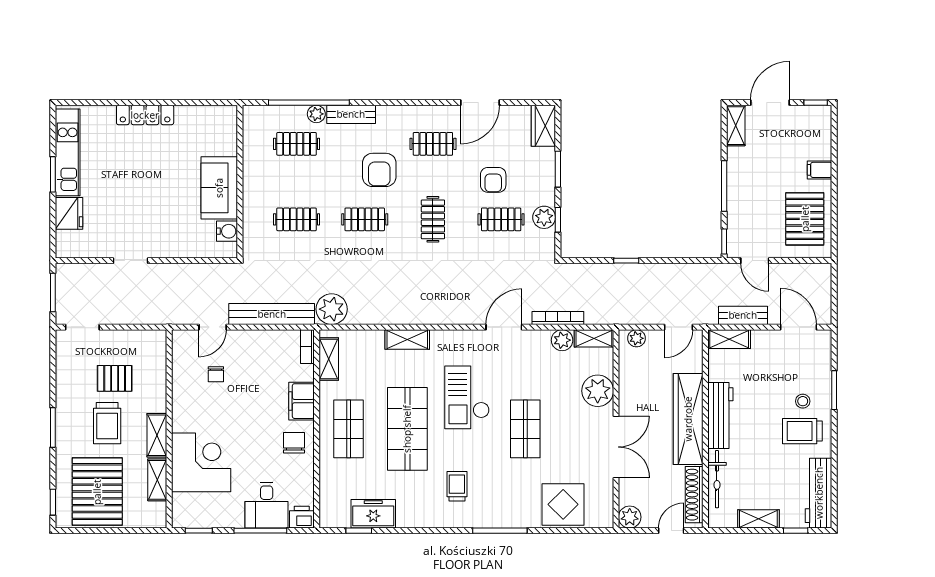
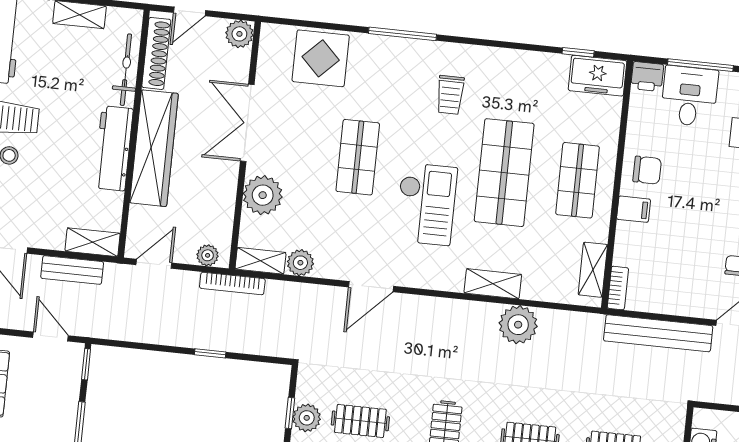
plant: (332, 309) -> (518, 325), moved
bookcase: (558, 318) -> (232, 283), moved
filing cabinet: (302, 401) -> (634, 209), width x0.50
chair: (294, 443) -> (647, 170), turned -90
freezer: (373, 514) -> (598, 76), moved

